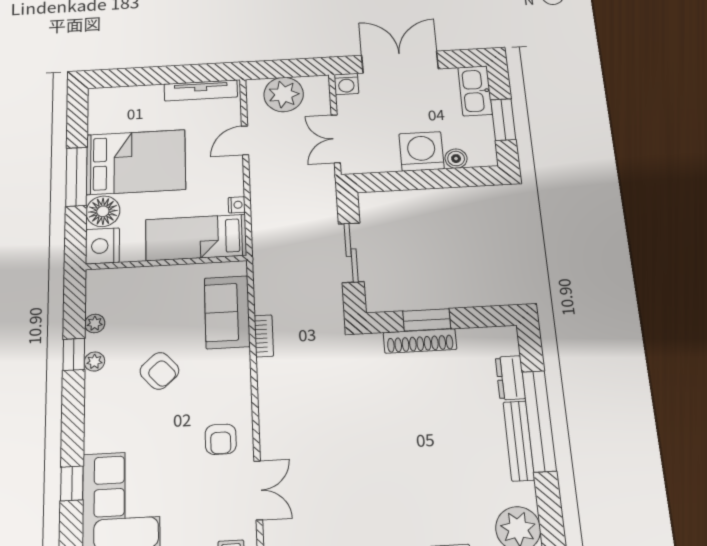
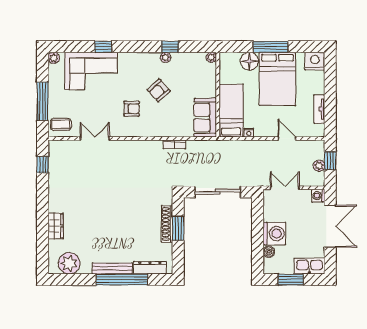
window: (282, 69) -> (330, 161), added
tv unit: (201, 90) -> (319, 109), width x0.71
plant: (284, 94) -> (319, 166), width x0.53, depth x0.53
nightstand: (102, 246) -> (315, 61), moved
sliding door: (351, 253) -> (218, 192), width x1.37
sofa: (227, 312) -> (205, 118), moved, turned -90
plant: (95, 323) -> (211, 57), moved
dresser: (510, 378) -> (150, 268), width x1.44
armchair: (221, 439) -> (132, 109), moved, turned 180
double door: (258, 490) -> (95, 138), swing flipped

